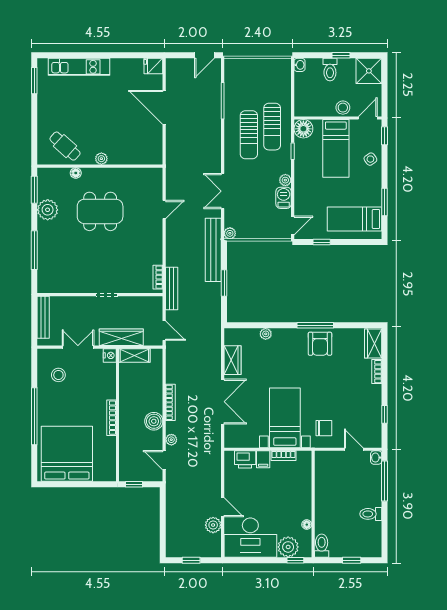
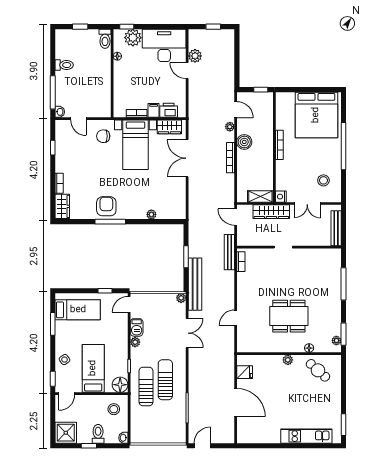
fridge: (153, 66) -> (245, 372), moved
stool: (343, 108) -> (114, 409), moved
plant: (48, 210) -> (336, 341), moved, width x0.53, depth x0.53
wardrobe: (232, 360) -> (169, 127), moved, turned -90

